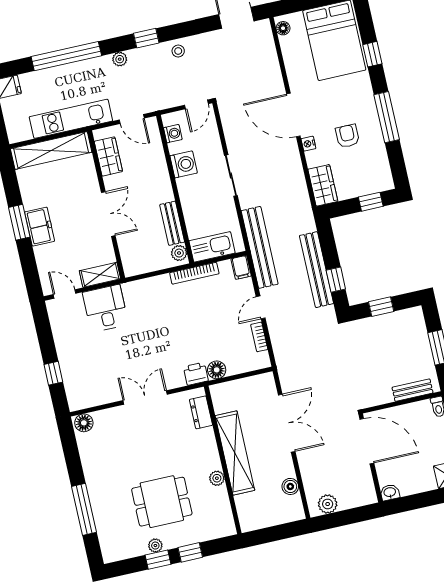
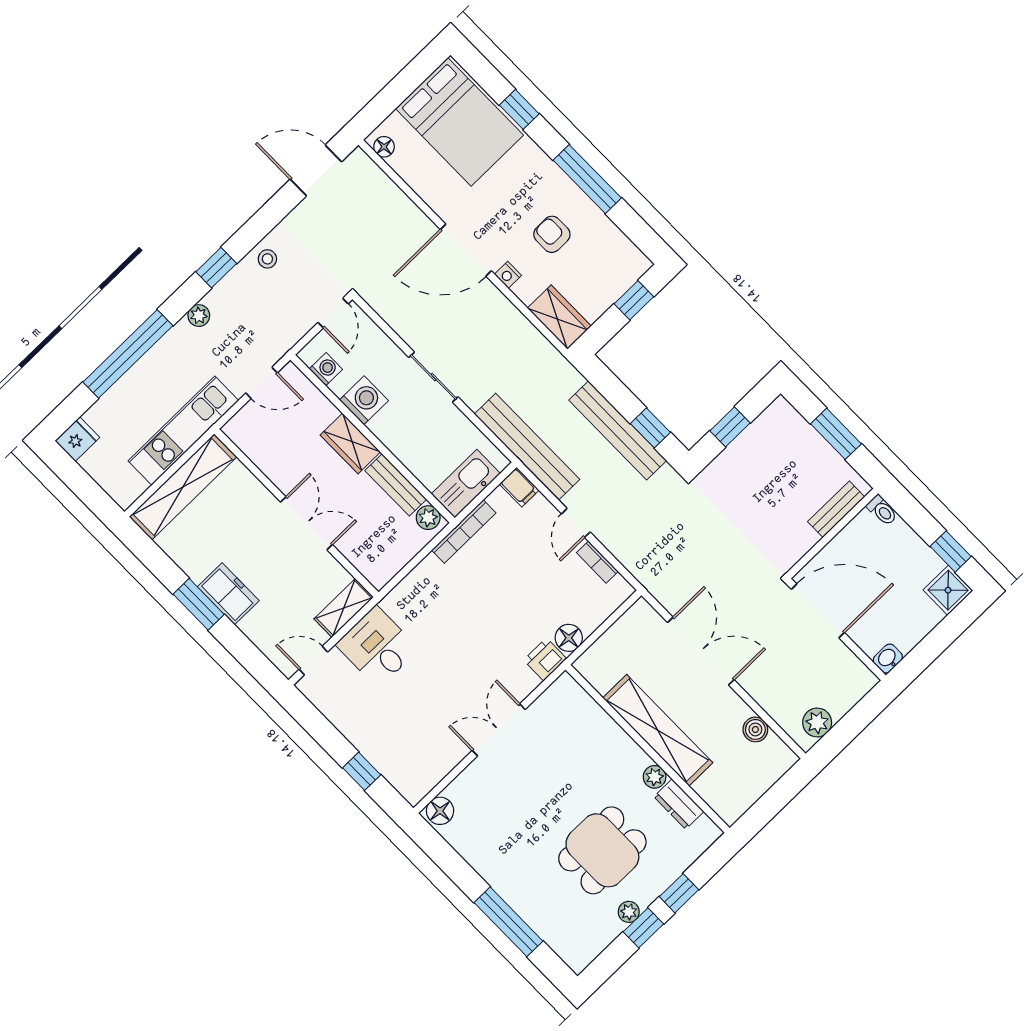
wardrobe: (108, 156) -> (350, 443), moved, turned 180
dresser: (201, 412) -> (679, 804), moved

